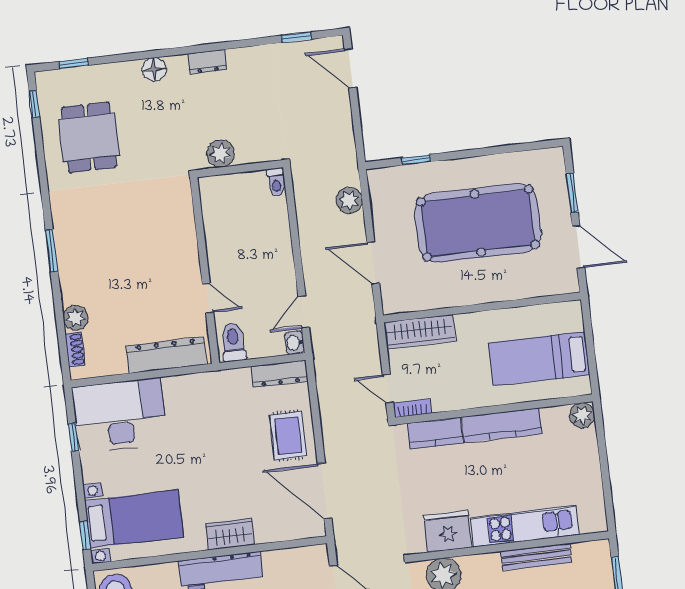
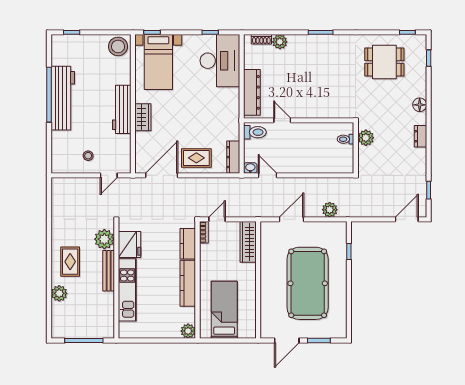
toilet: (276, 182) -> (345, 139), moved
door: (208, 298) -> (282, 120), swing flipped
bench: (536, 557) -> (109, 271), moved

